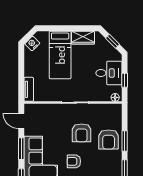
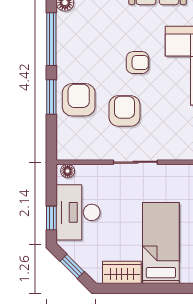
desk: (109, 73) -> (78, 212), width x1.37
window: (125, 80) -> (51, 218), moved

